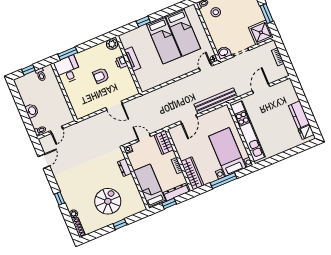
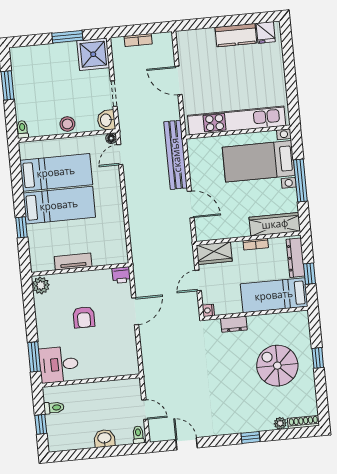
stool: (216, 12) -> (67, 124), moved
printer: (121, 62) -> (121, 275), moved
door: (205, 67) -> (120, 155), hinge flipped

